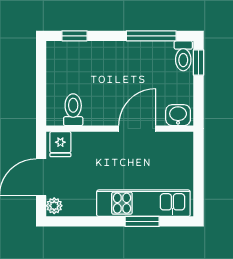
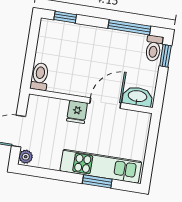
toilet: (73, 110) -> (40, 76), moved
washbasin: (178, 115) -> (137, 97), width x1.38
fridge: (60, 144) -> (77, 112), moved

